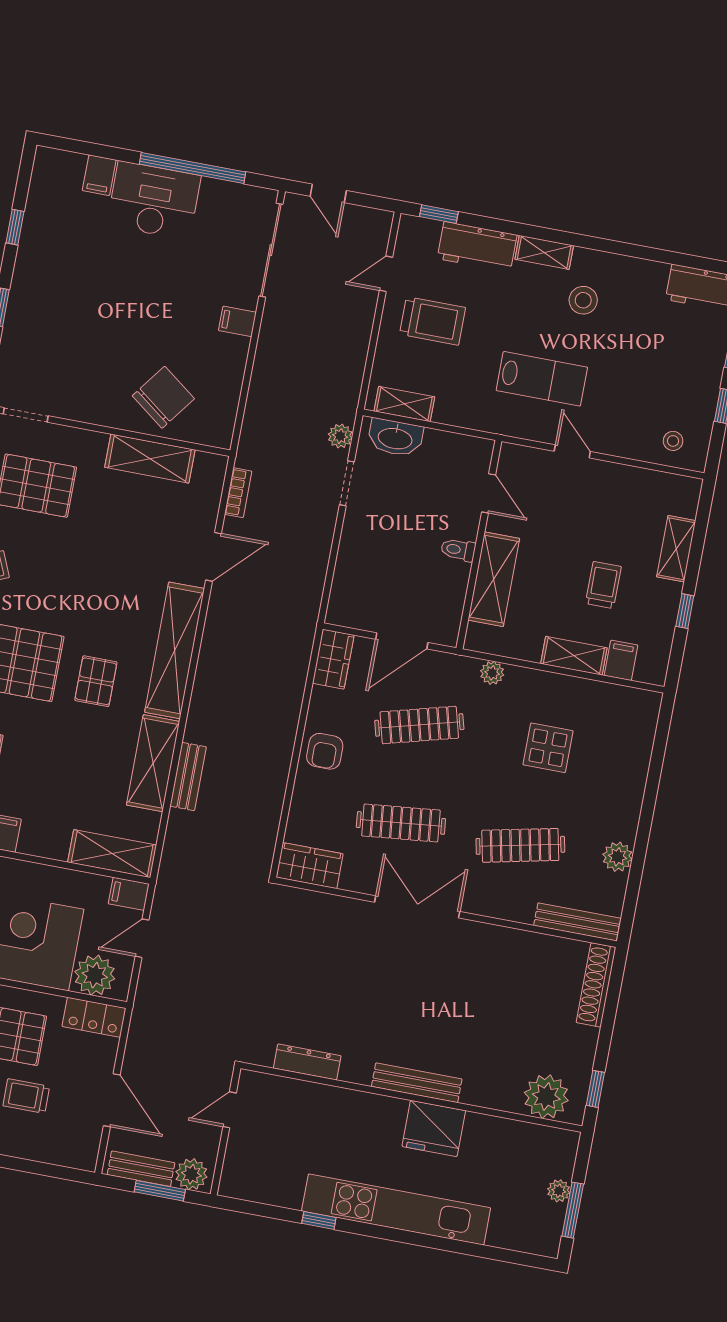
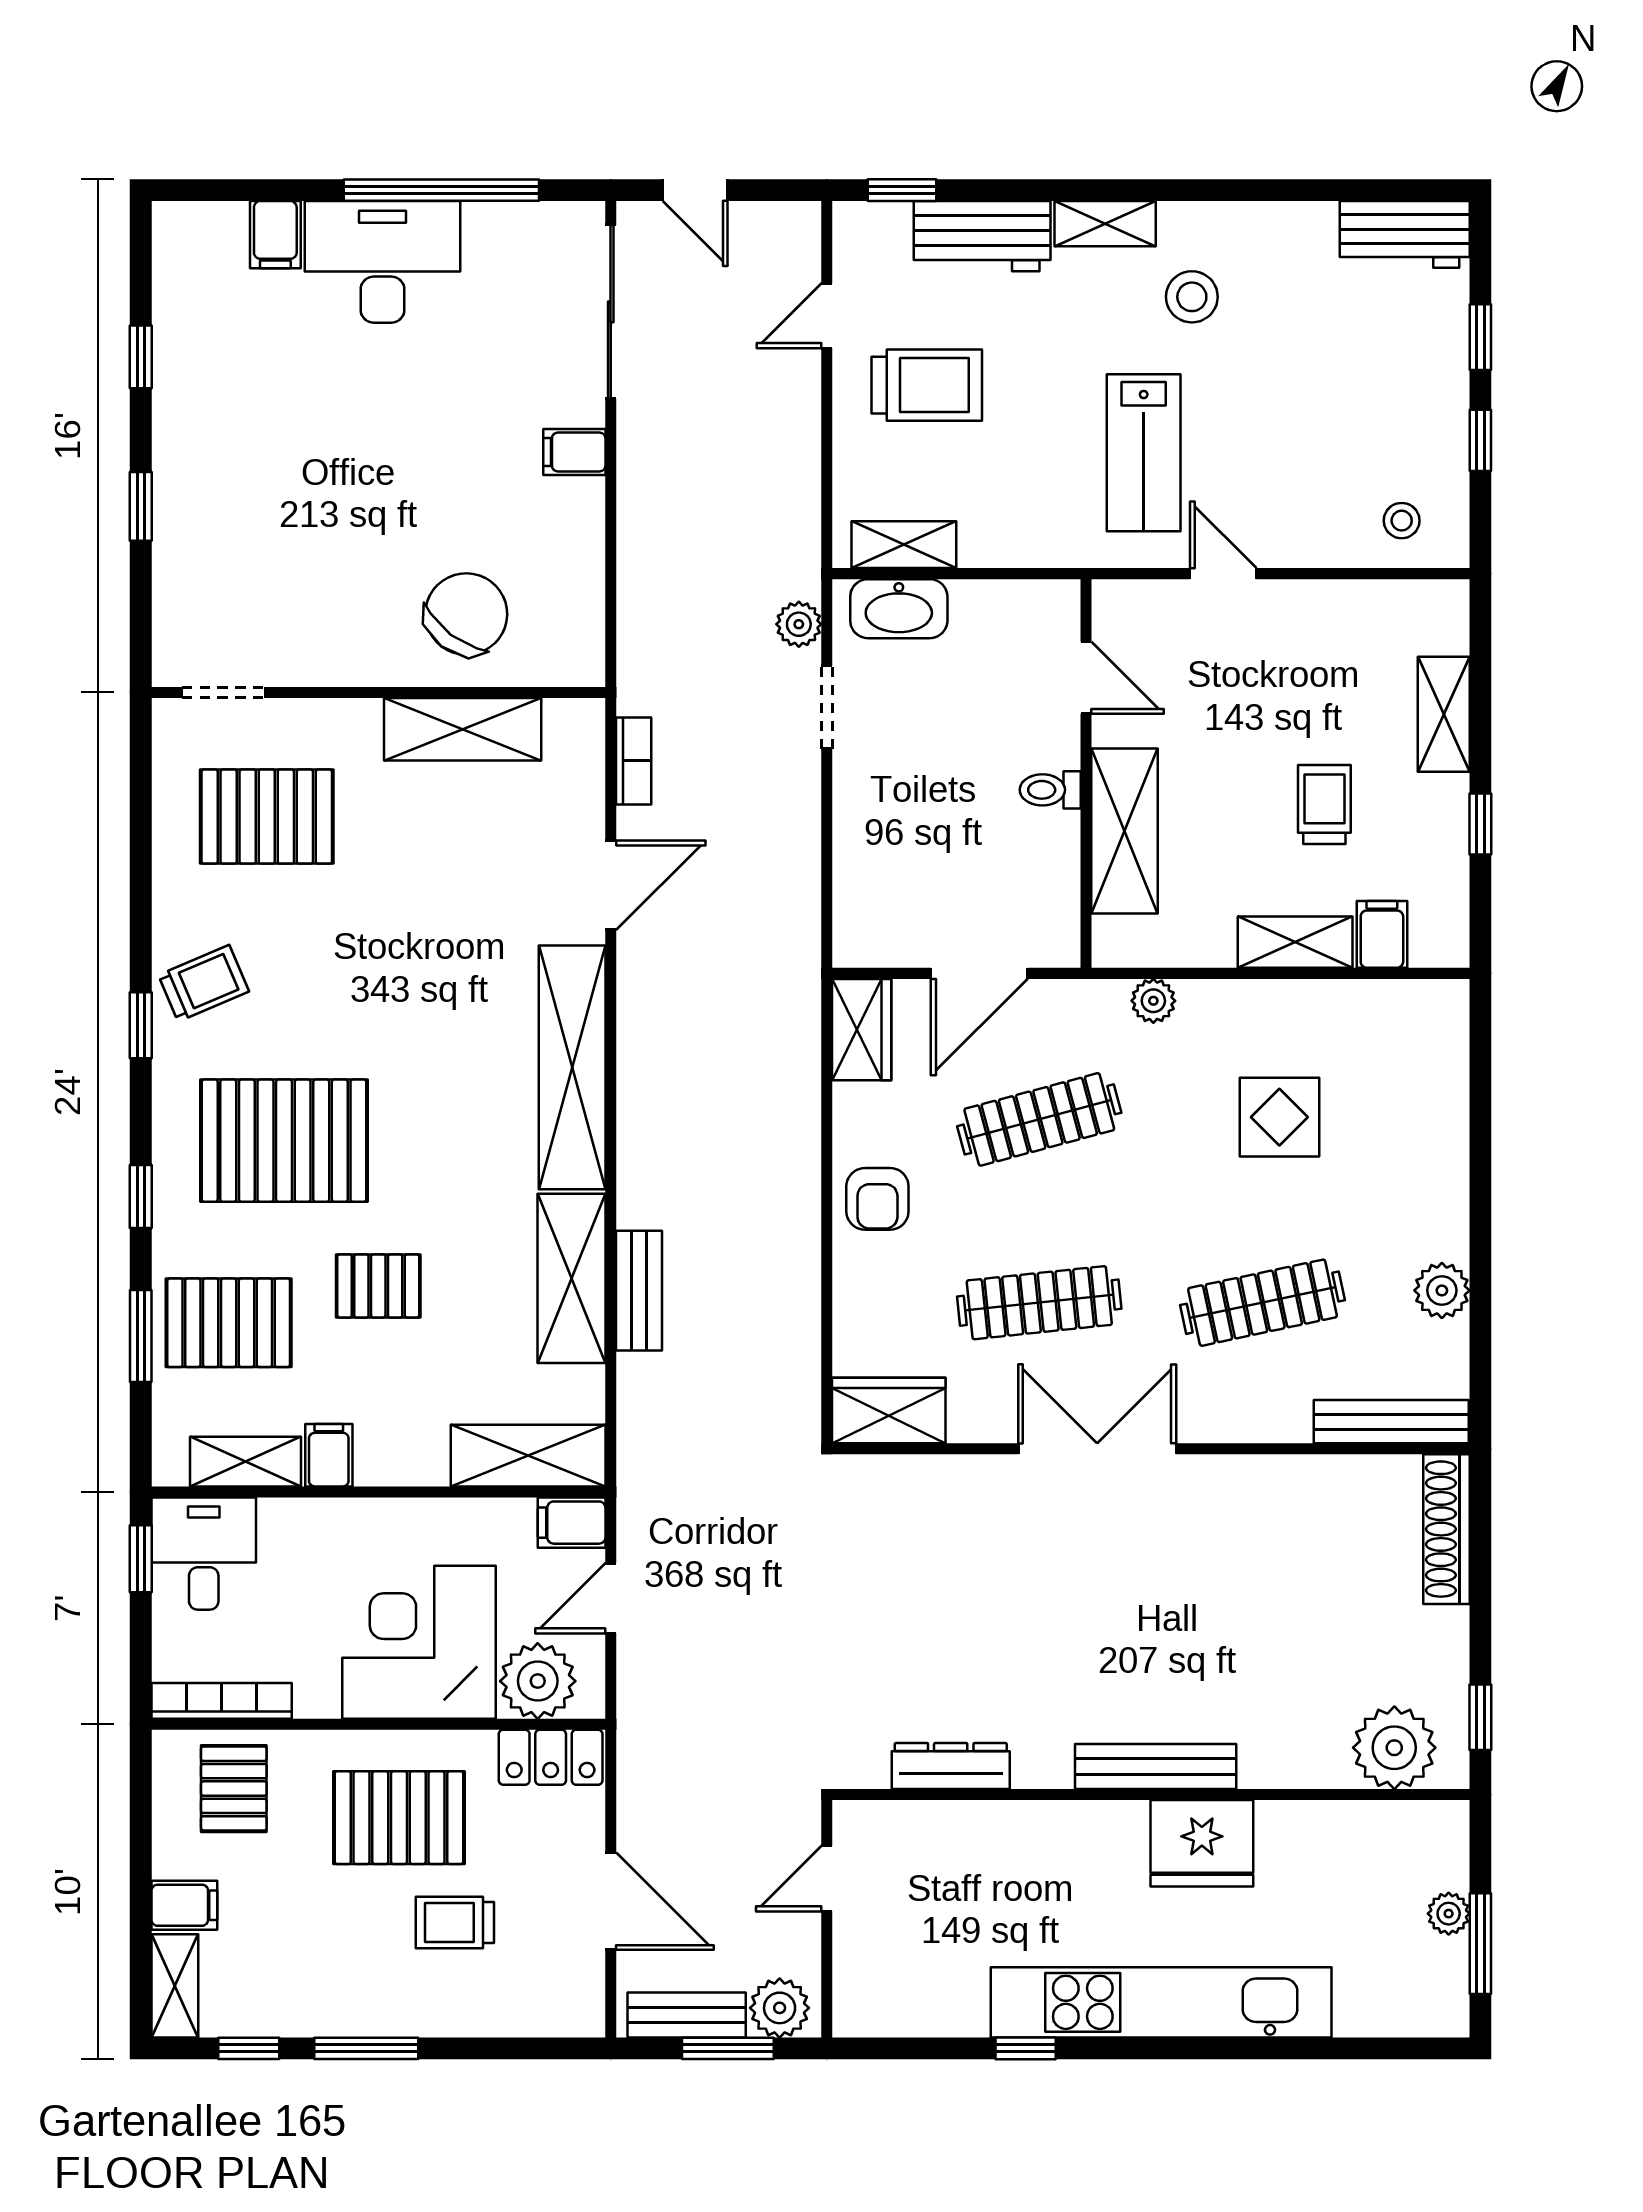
lab bench: (542, 379) -> (1144, 453), turned 90
pallet: (96, 681) -> (378, 1286), moved, turned 90

